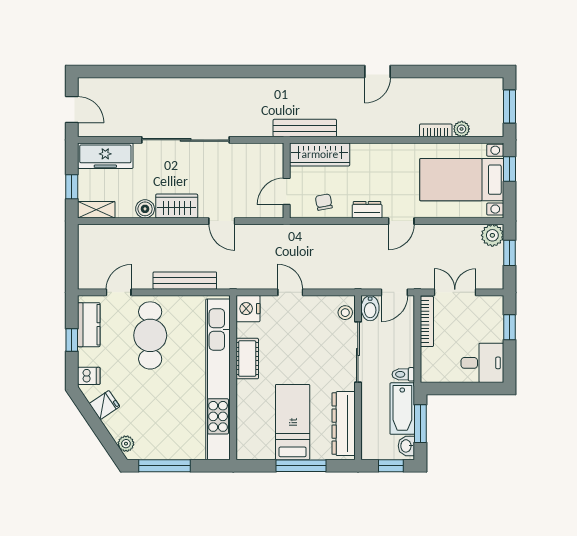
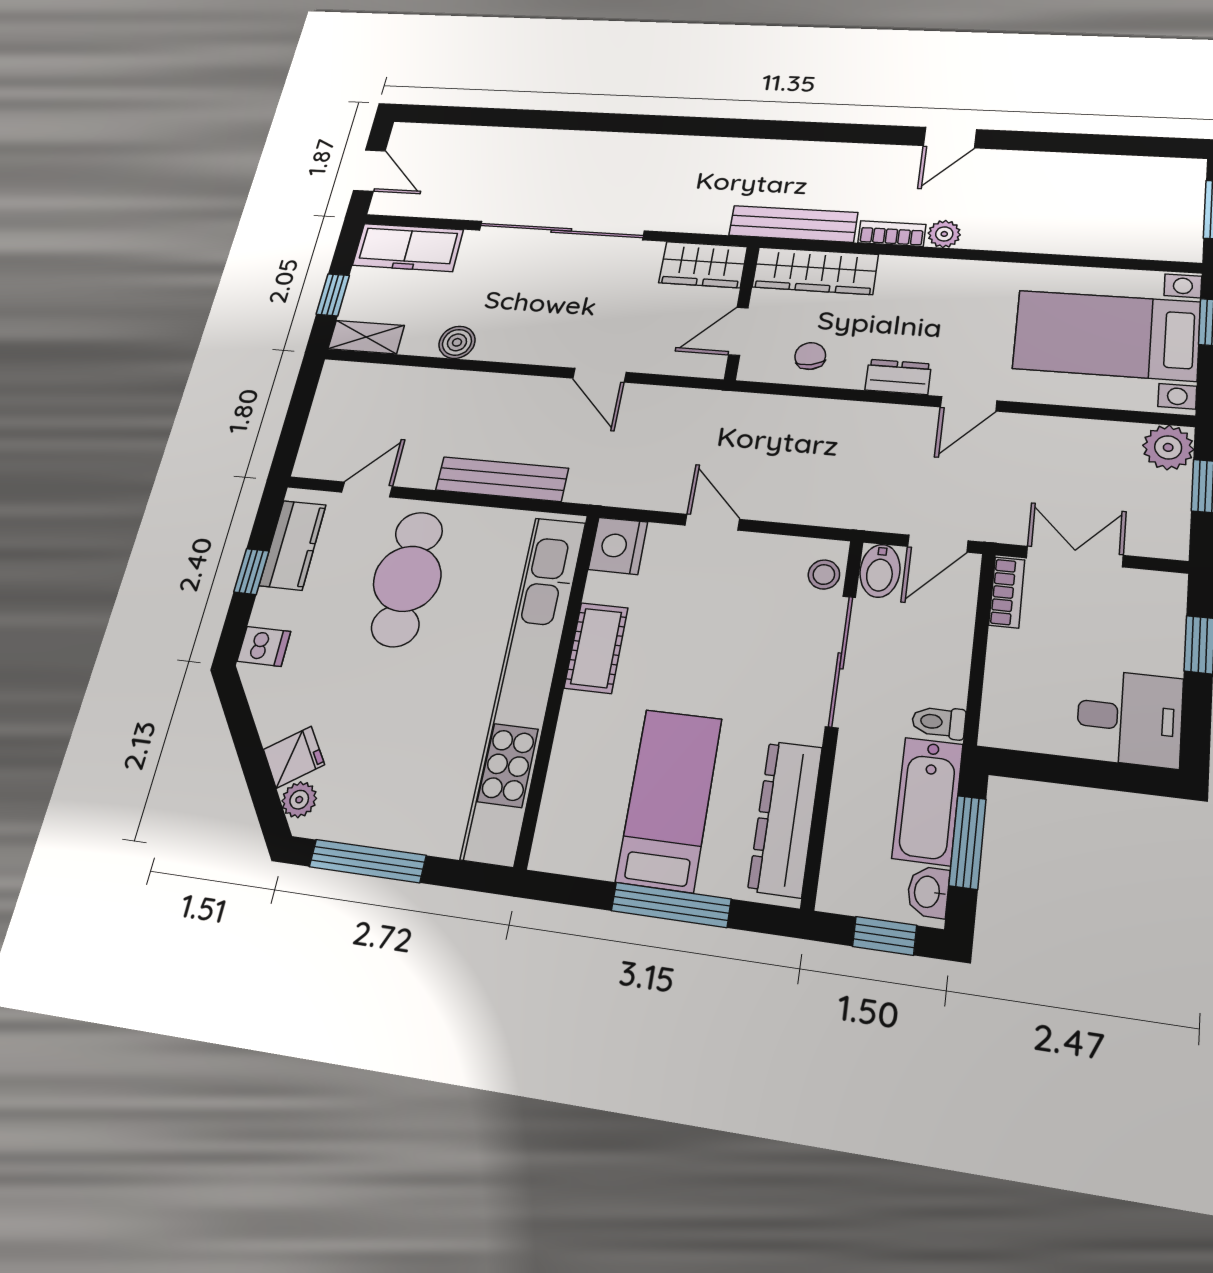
plant: (462, 129) -> (944, 234), moved
bookcase: (436, 130) -> (892, 234), moved
wardrobe: (177, 206) -> (703, 265), moved, turned 180
bookcase: (427, 321) -> (1007, 592), width x0.64
fridge: (104, 405) -> (294, 757), moved

